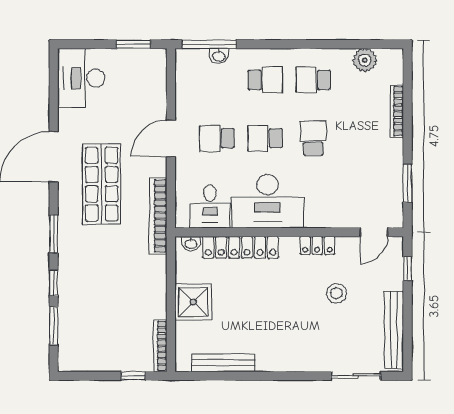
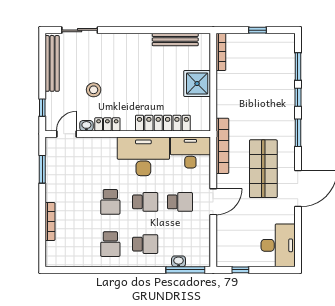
window: (133, 44) -> (240, 270), width x0.67
plant: (365, 60) -> (73, 258), removed
school desk: (265, 80) -> (145, 244), turned 180
school desk: (313, 80) -> (110, 244), turned 90
desk: (210, 207) -> (190, 152), width x1.37
washbasin: (191, 244) -> (86, 126), moved
window: (133, 376) -> (257, 30), moved

